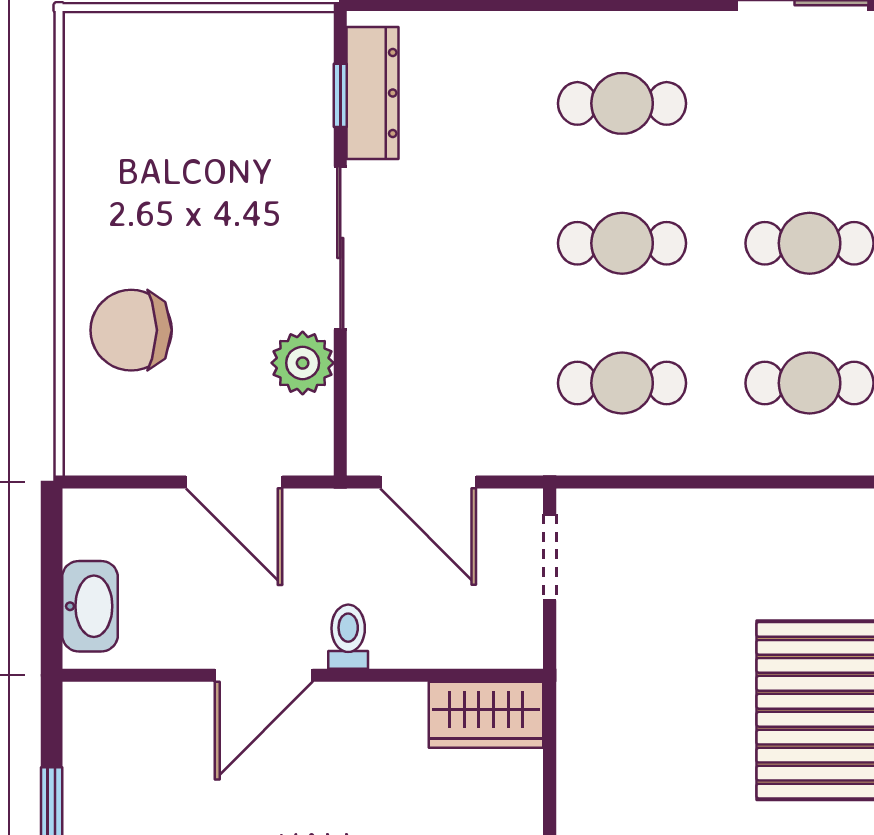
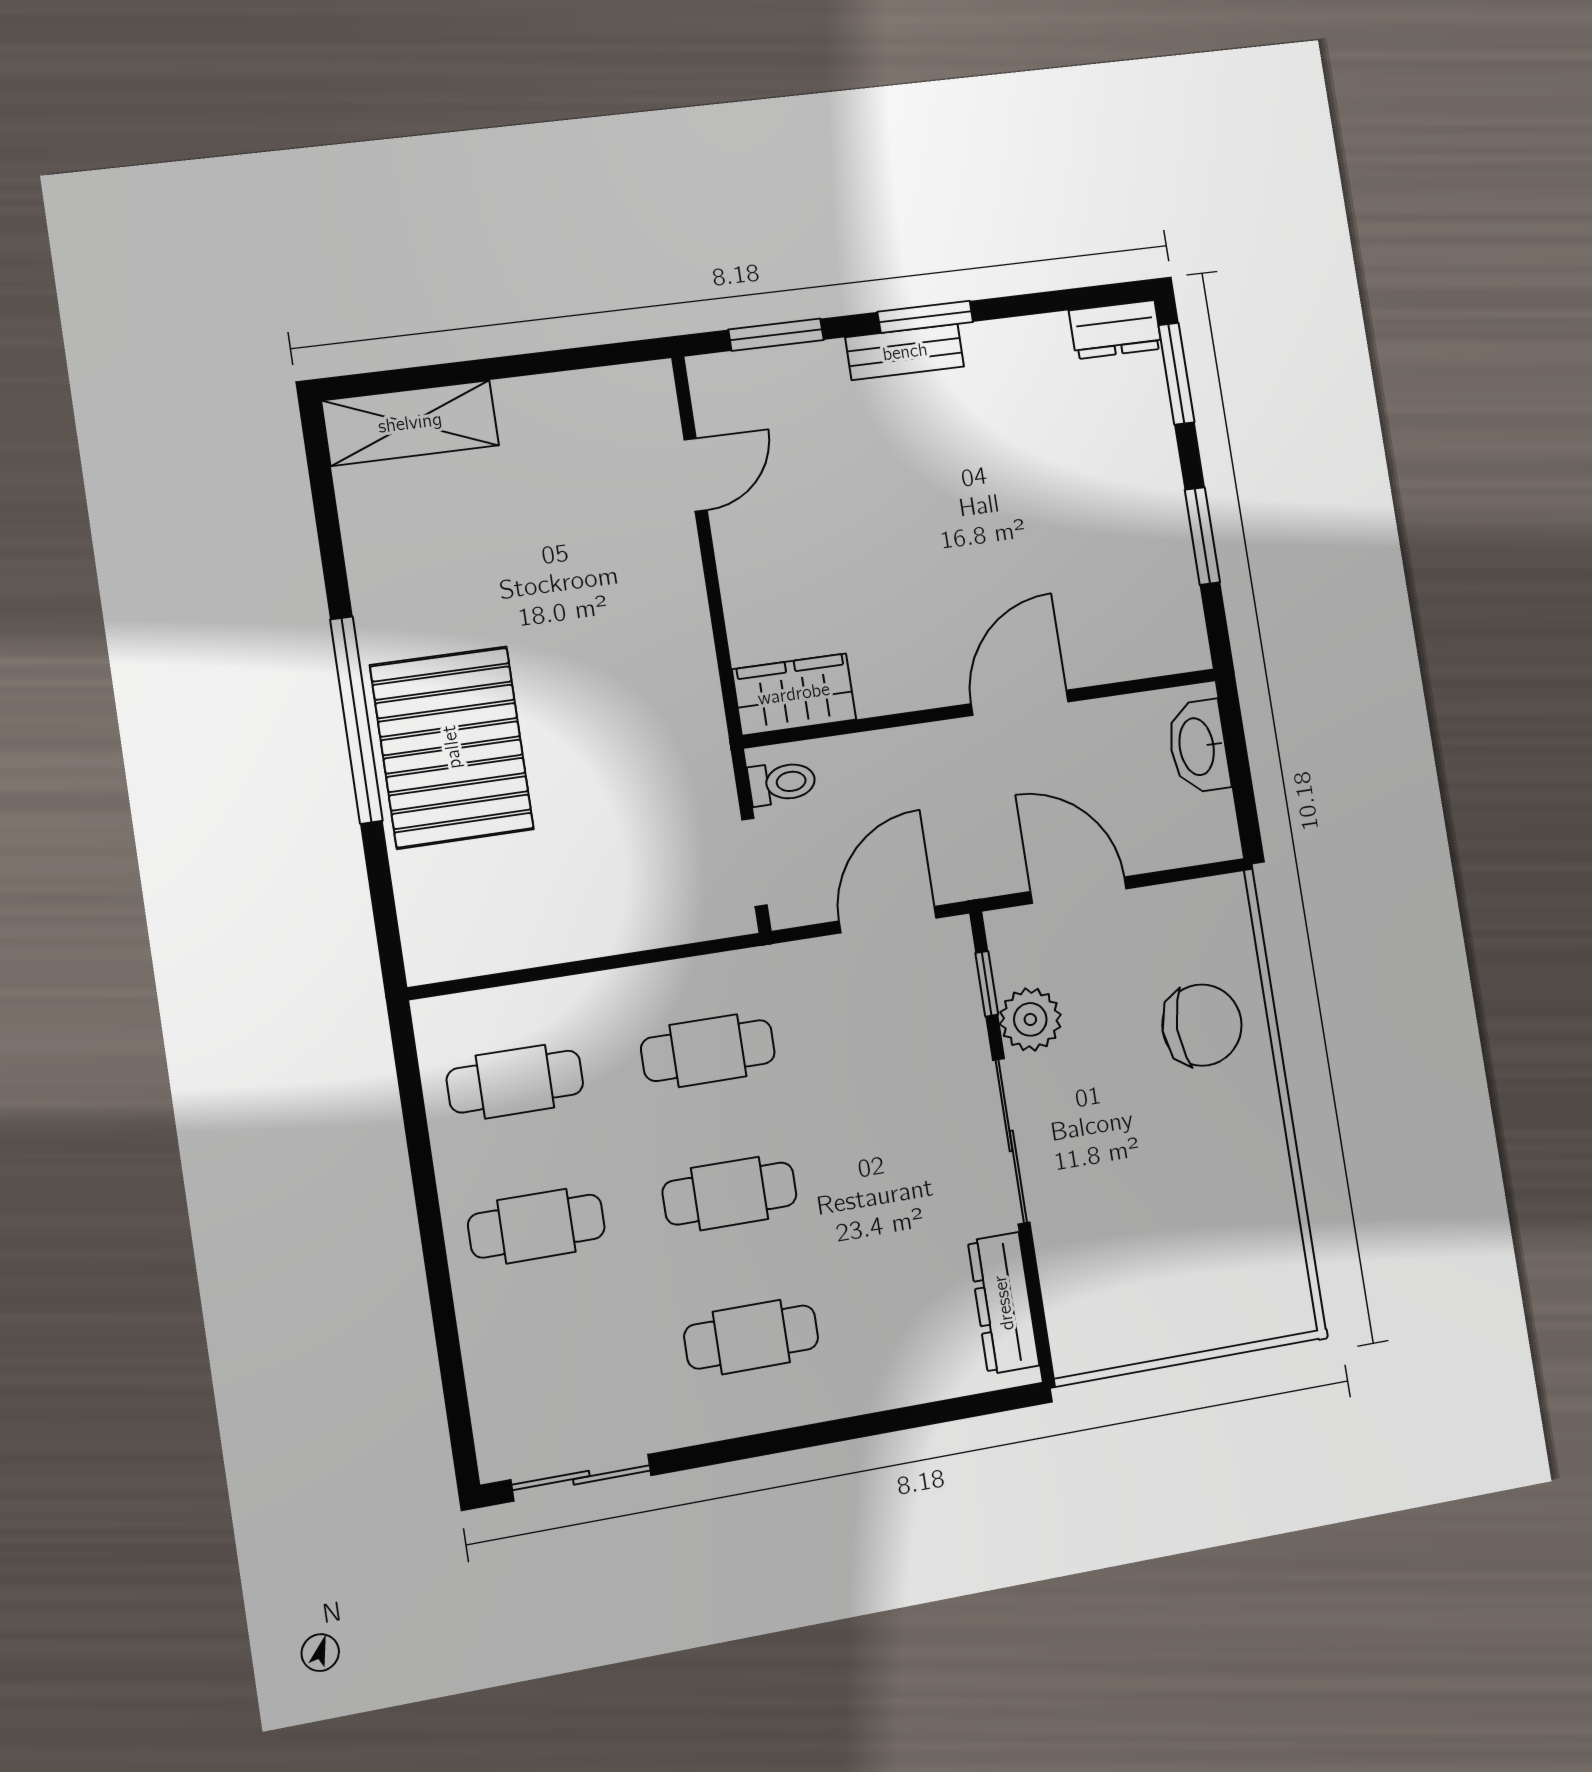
window: (340, 95) -> (987, 984), moved
door: (428, 482) -> (888, 920), hinge flipped
toilet: (348, 637) -> (782, 783), moved, turned -90

